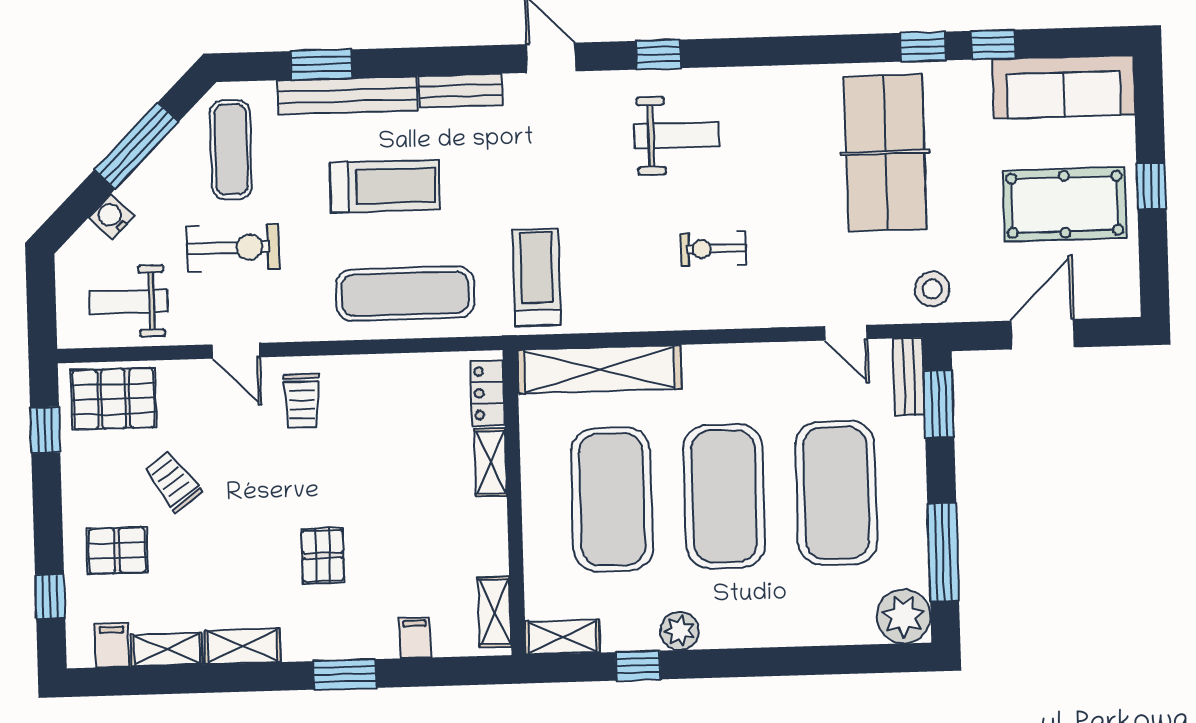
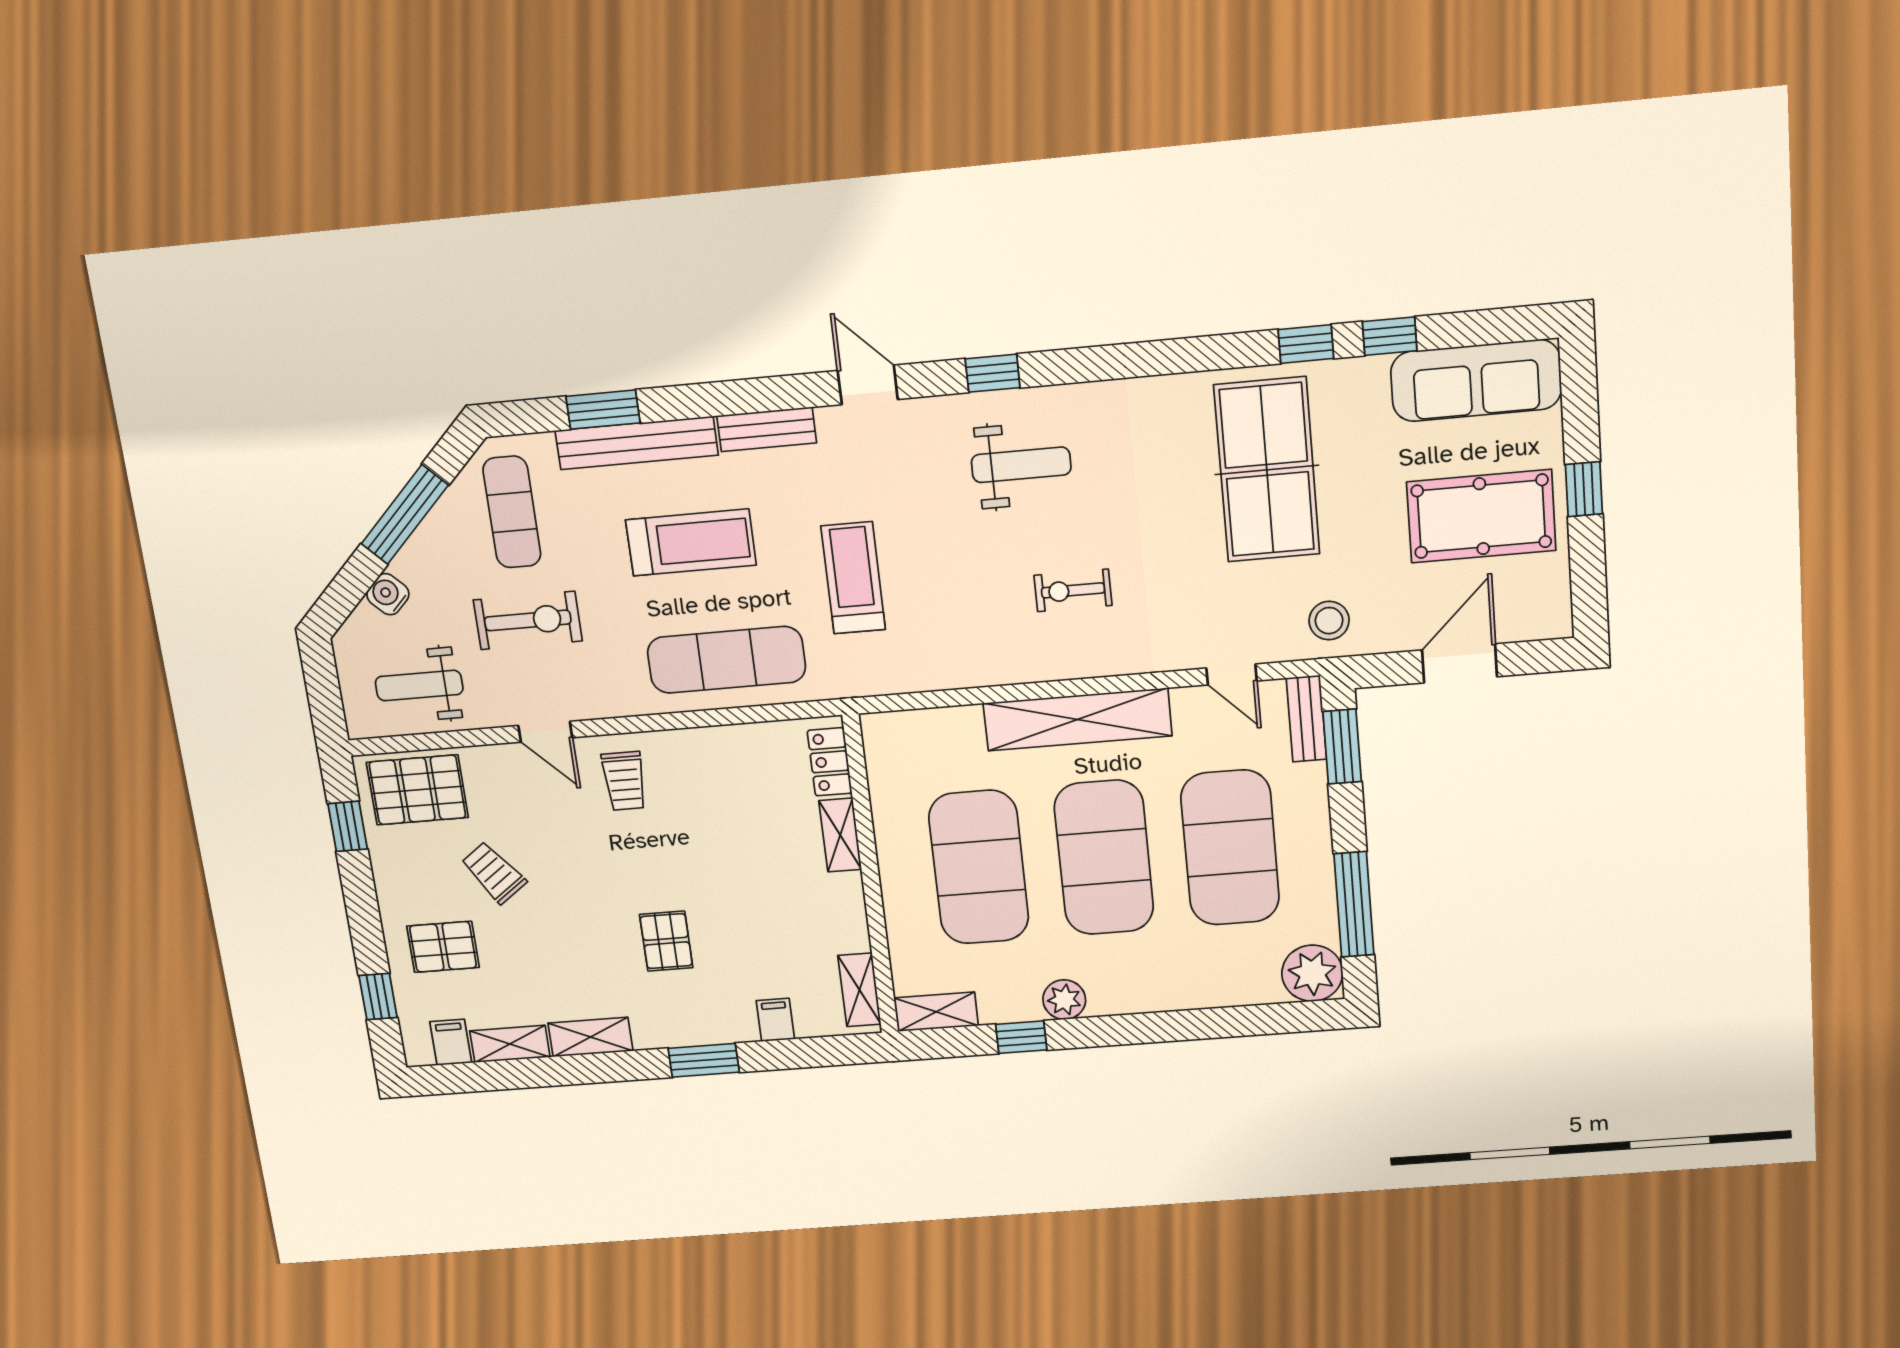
treadmill: (537, 277) -> (853, 578), moved
shelving: (599, 369) -> (1078, 719), moved

